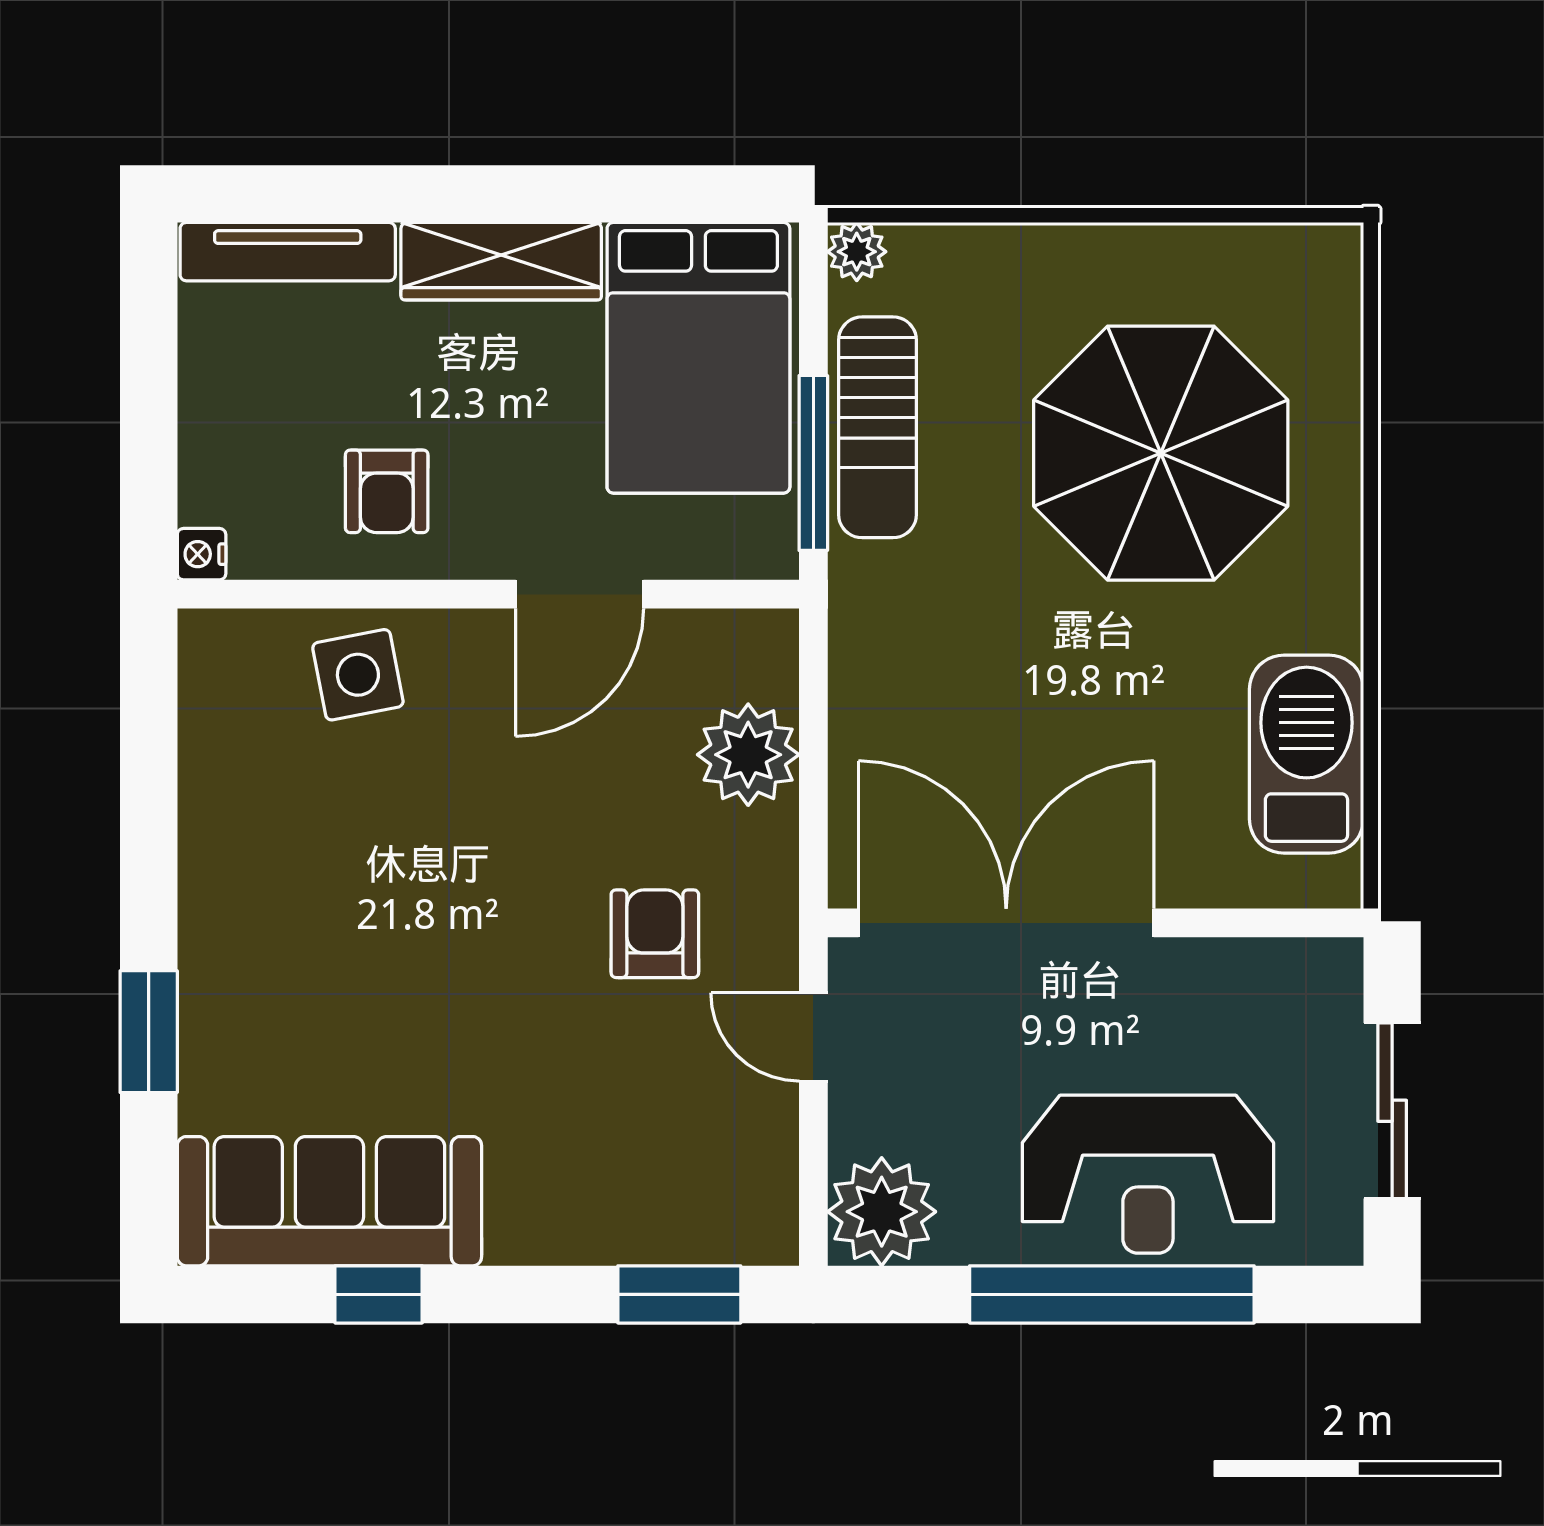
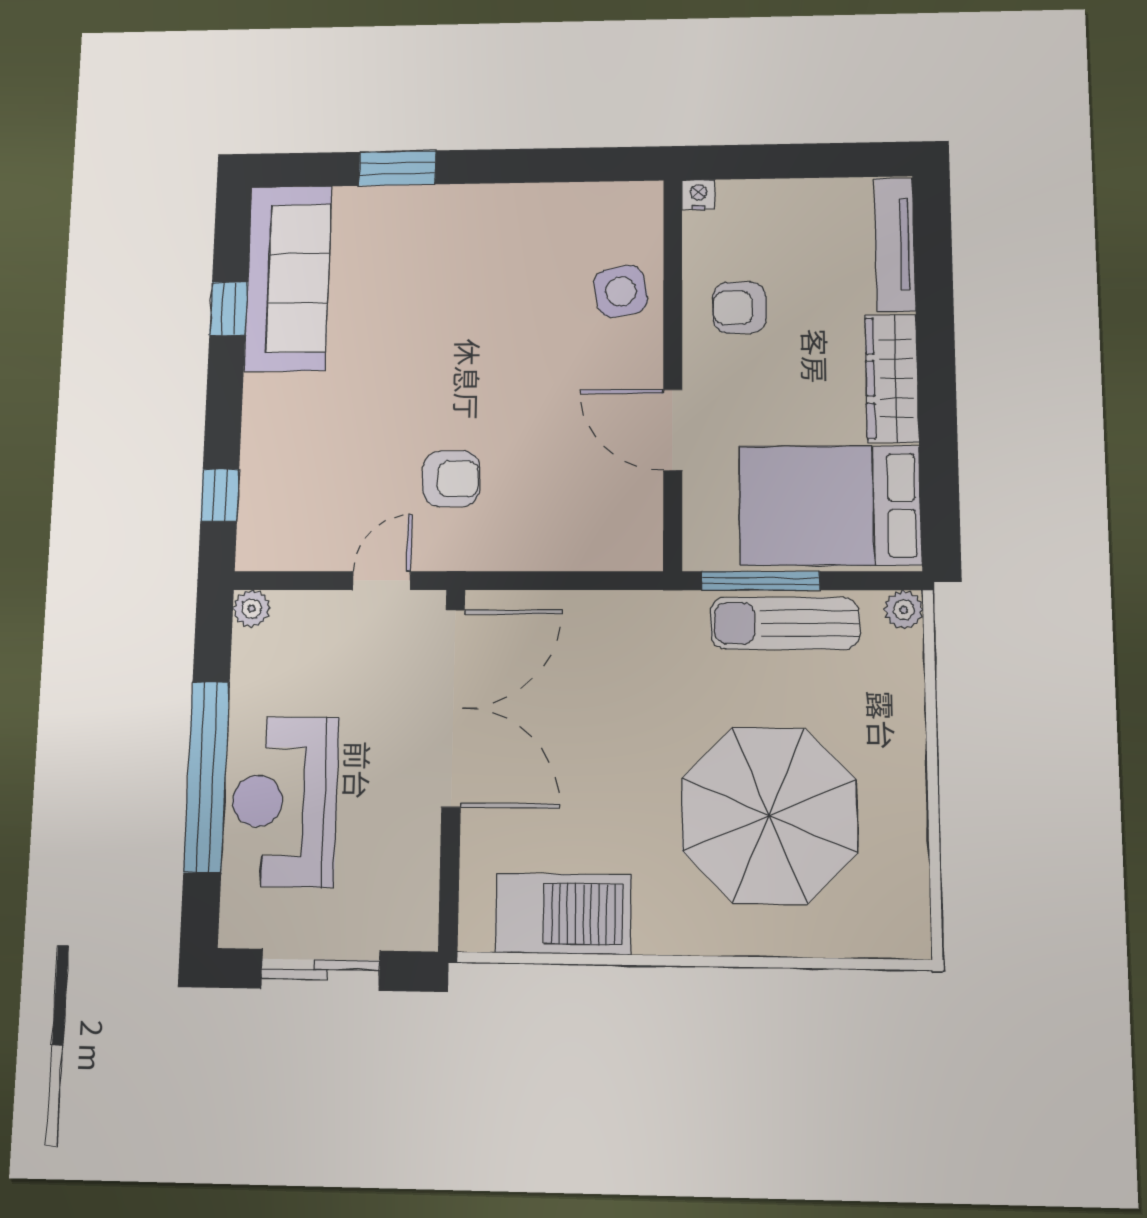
plant: (748, 755) -> (567, 538), removed
plant: (882, 1212) -> (251, 608), width x0.53, depth x0.53
window: (679, 1294) -> (220, 495), width x0.67

